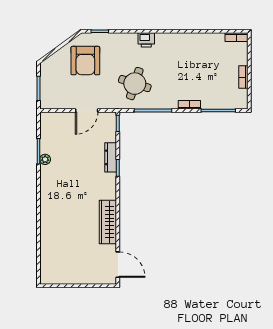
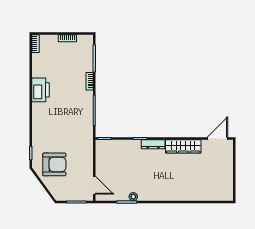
printer: (146, 40) -> (40, 90), moved, width x1.87, depth x1.48
round table: (135, 84) -> (73, 125), removed
door: (87, 111) -> (94, 185), moved
dresser: (111, 157) -> (153, 144), moved

